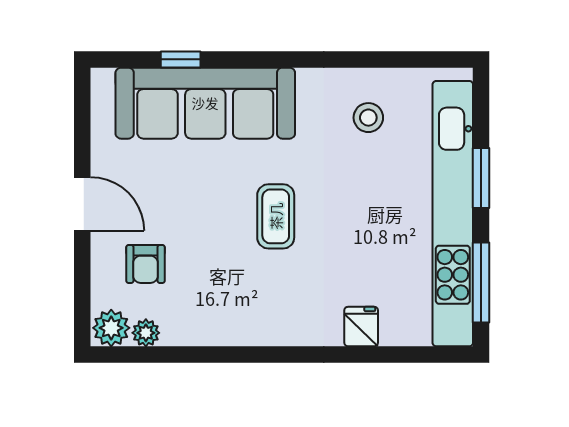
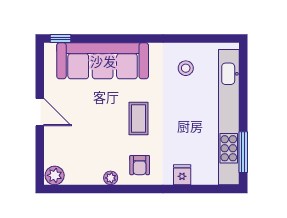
window: (181, 59) -> (60, 39), moved
window: (481, 178) -> (243, 99), removed
armchair: (146, 264) -> (140, 165), moved
plant: (146, 333) -> (111, 178), moved

